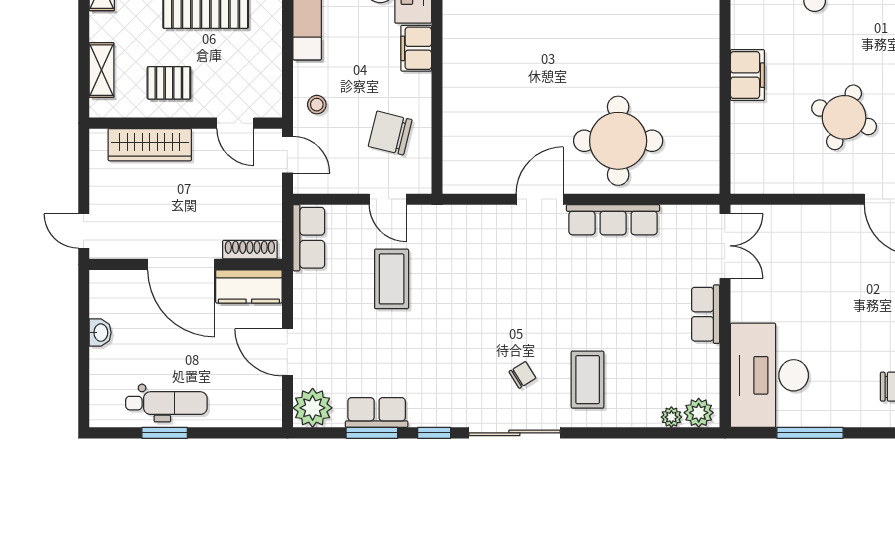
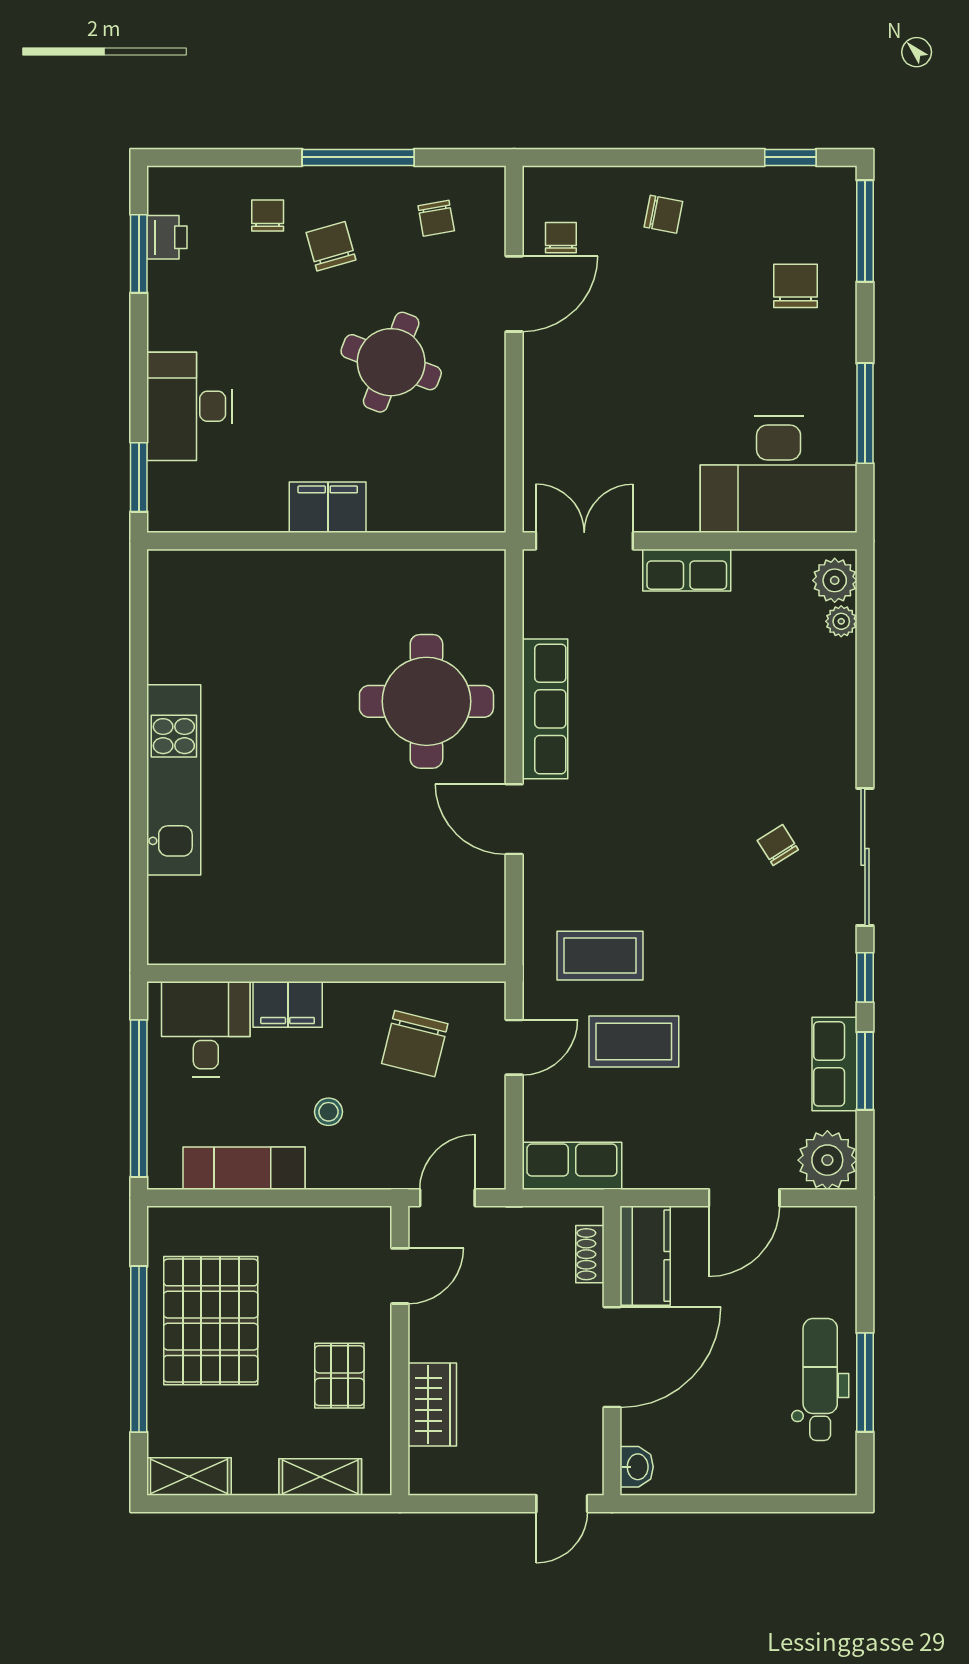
stool: (317, 105) -> (328, 1112), moved
wardrobe: (150, 145) -> (432, 1404), width x0.67
shoe rack: (250, 250) -> (590, 1254), width x0.70
washbasin: (100, 333) -> (637, 1467), moved, turned 90
coffee table: (588, 380) -> (600, 956), moved
window: (165, 433) -> (865, 1382), width x1.44

